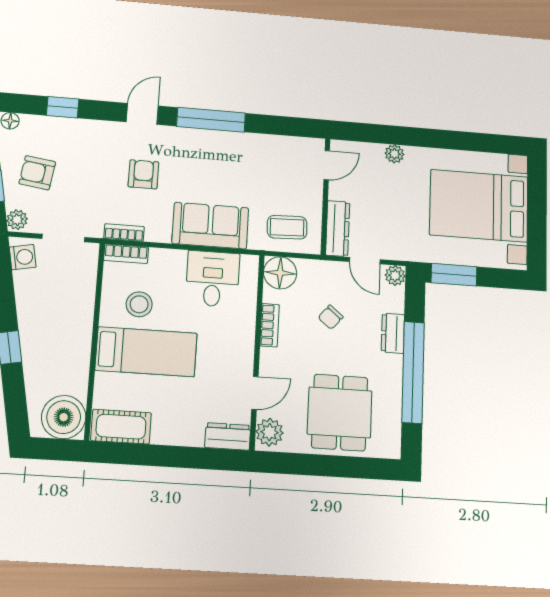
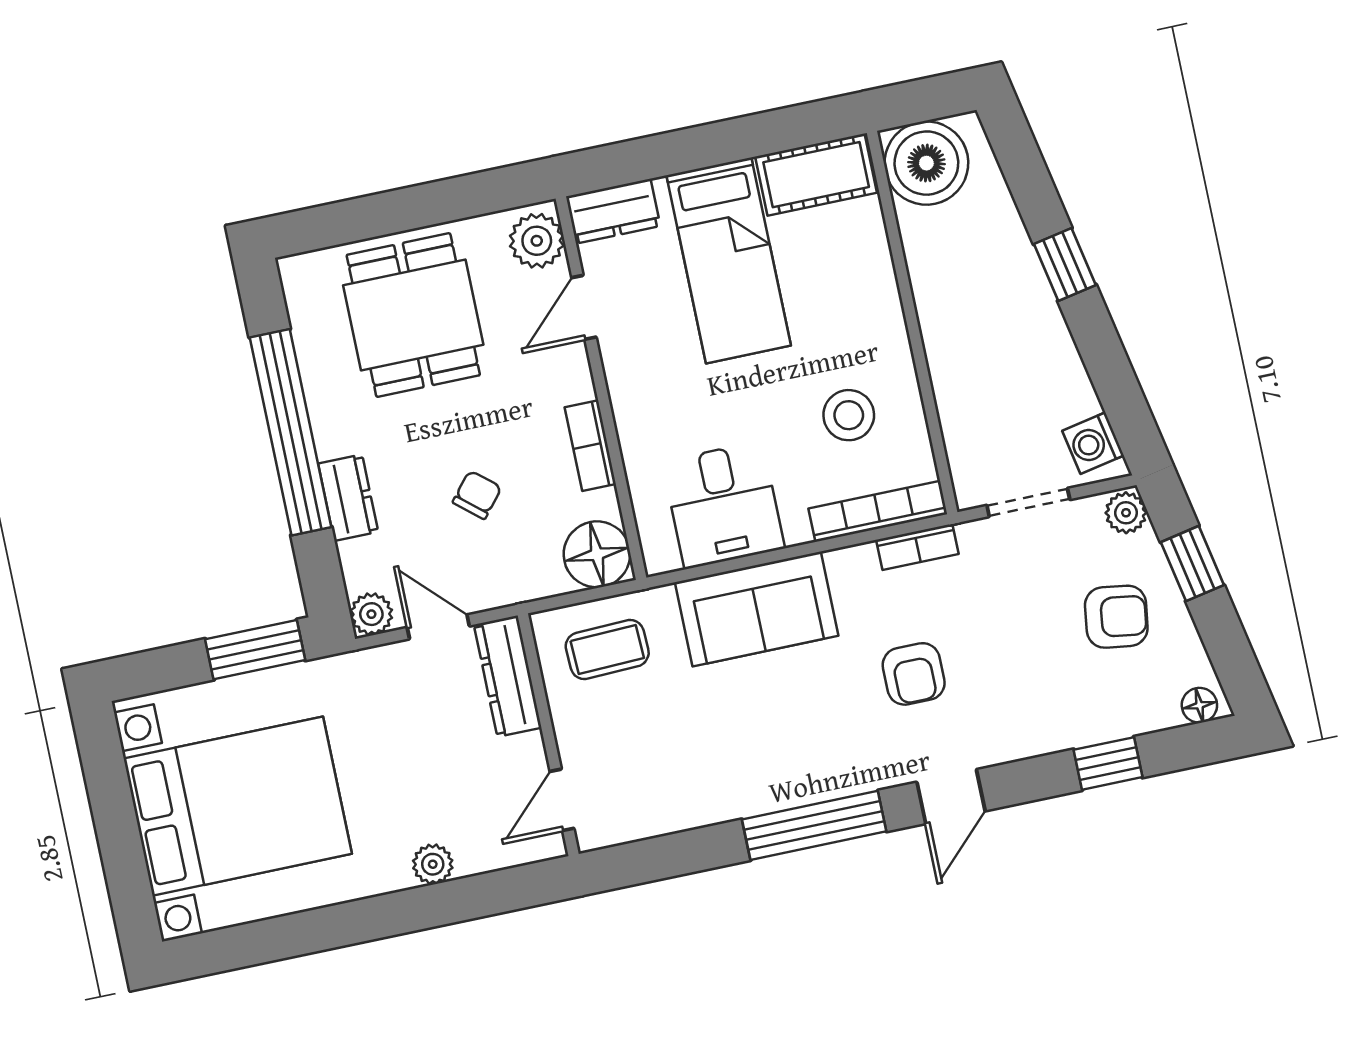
bookcase: (126, 254) -> (878, 511), width x1.56
bed: (146, 352) -> (729, 260), moved, turned -90

